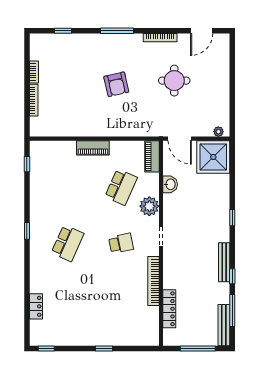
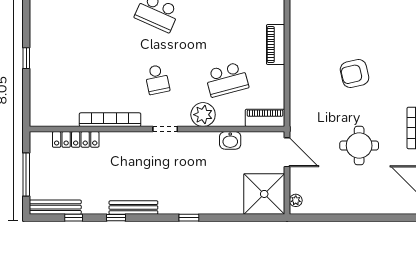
door: (180, 139) -> (287, 152), swing flipped
school desk: (121, 187) -> (227, 79), turned -39
window: (232, 310) -> (74, 218), width x0.46

